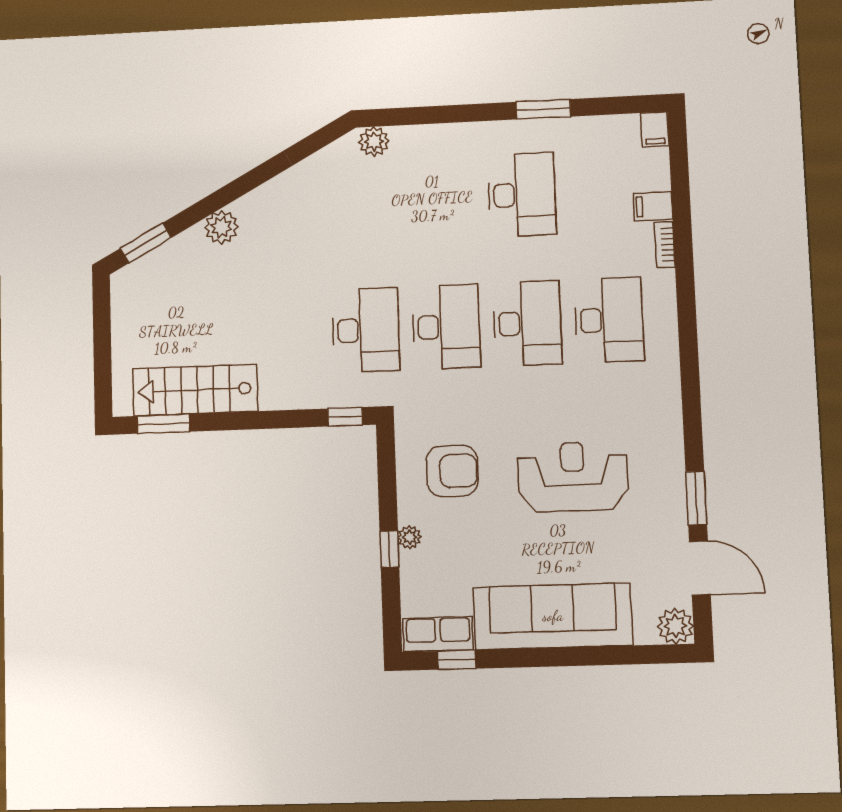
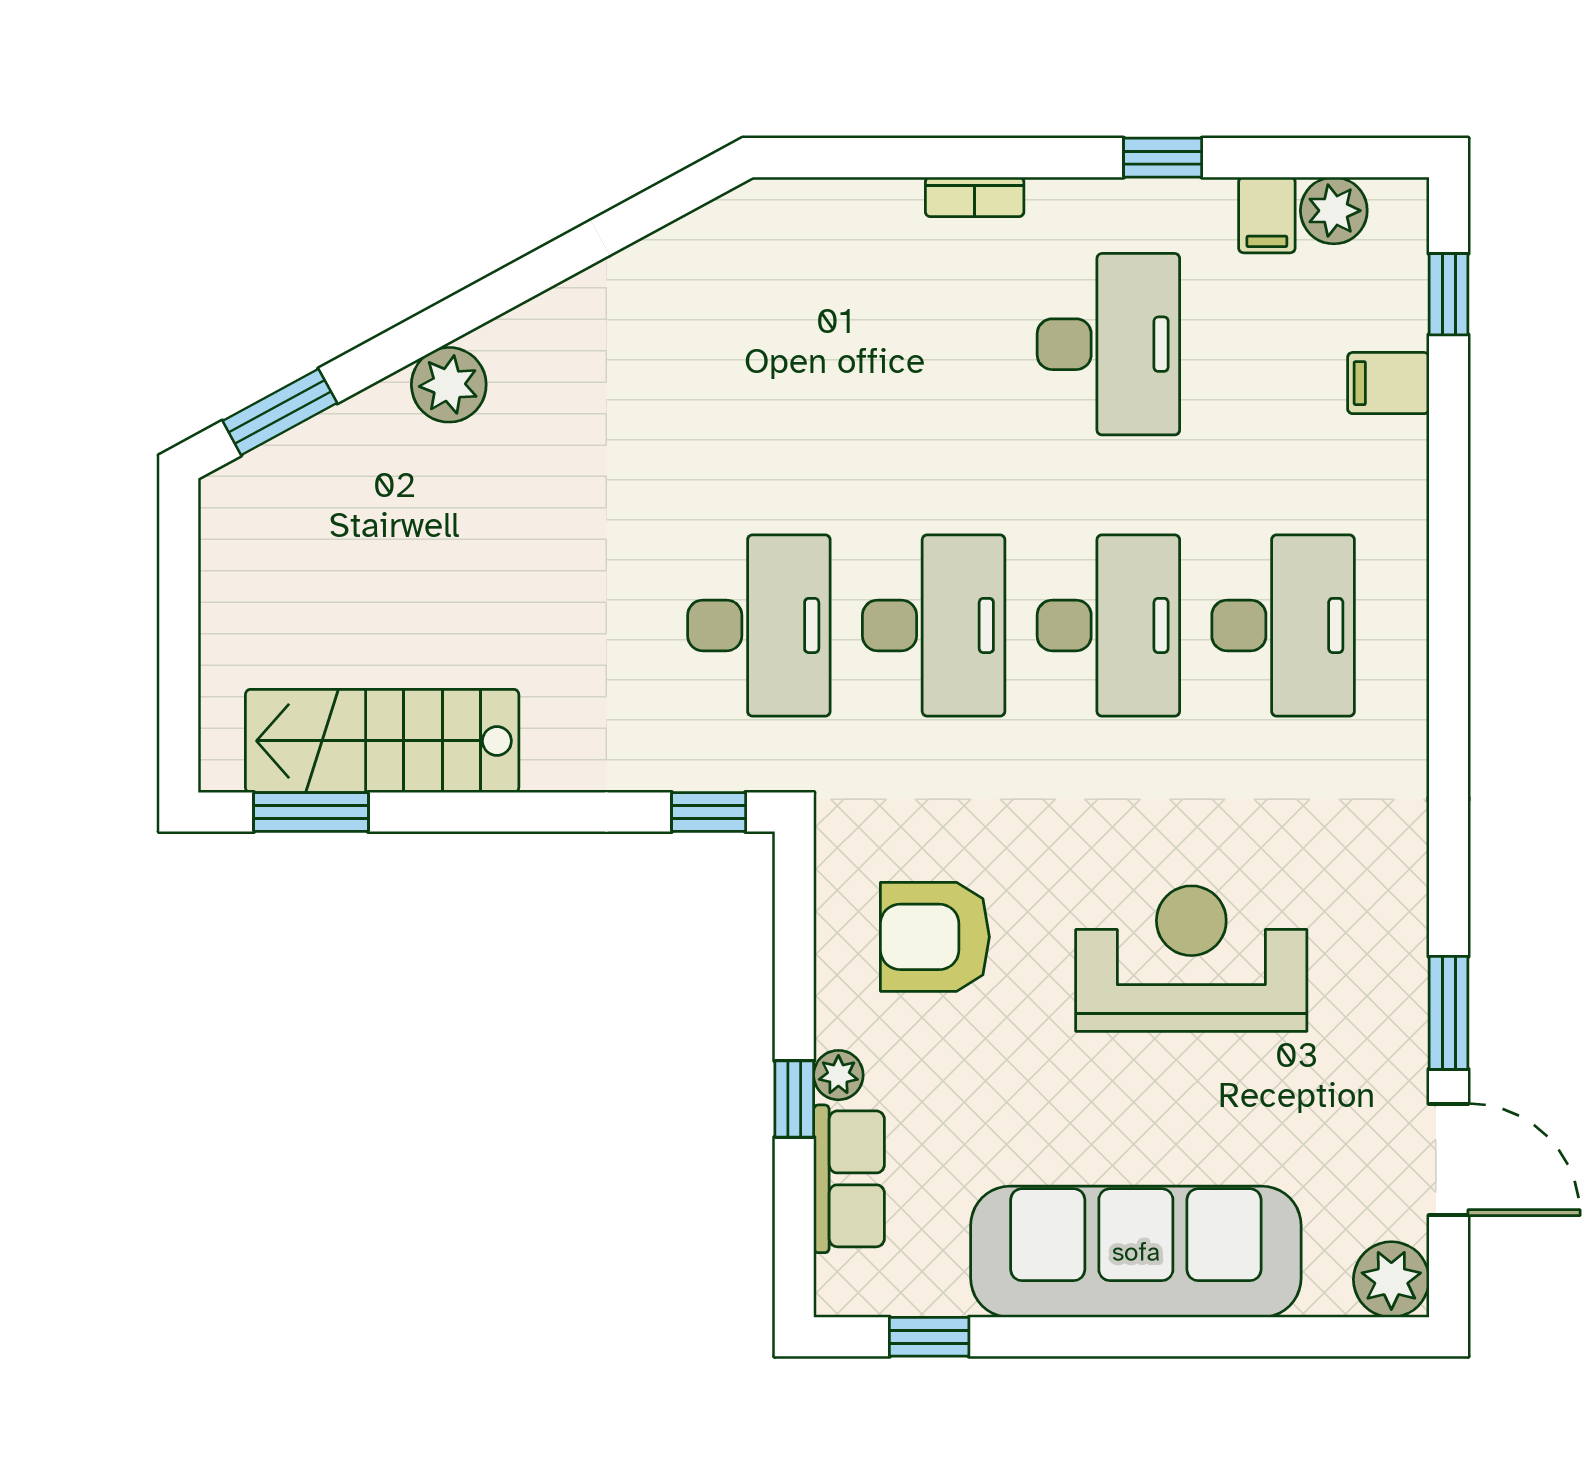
window: (543, 109) -> (1163, 158), width x0.67
filing cabinet: (655, 129) -> (1267, 215), moved
plant: (374, 142) -> (1334, 211), moved
window: (679, 164) -> (1449, 294), added
bookcase: (665, 245) -> (975, 197), moved, turned -90
armchair: (452, 471) -> (935, 937), turned 180
row of seats: (438, 634) -> (849, 1179), moved, turned 90

